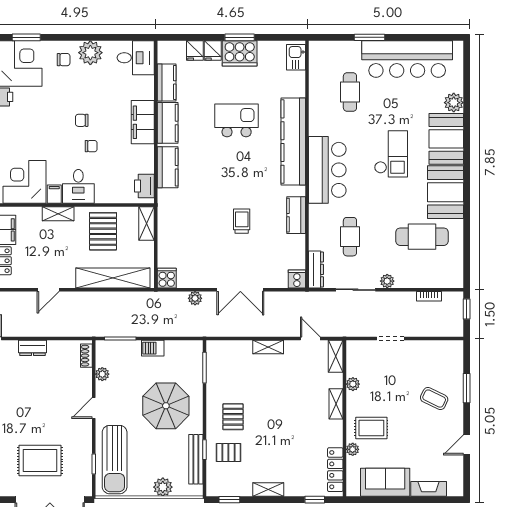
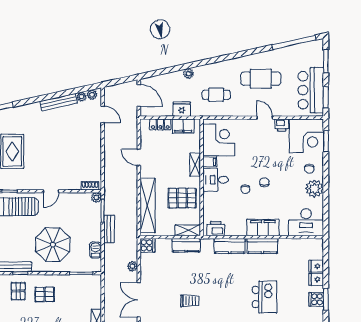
cooker: (240, 53) -> (316, 299), width x0.53, depth x0.76
desk: (136, 58) -> (306, 222), width x1.37
kitchen counter: (167, 82) -> (186, 245), moved
bench: (145, 330) -> (109, 229), added
dresser: (32, 348) -> (96, 146), removed
barbecue: (153, 348) -> (96, 250), moved
plant: (102, 374) -> (96, 198), moved
door: (94, 408) -> (51, 191), swing flipped

